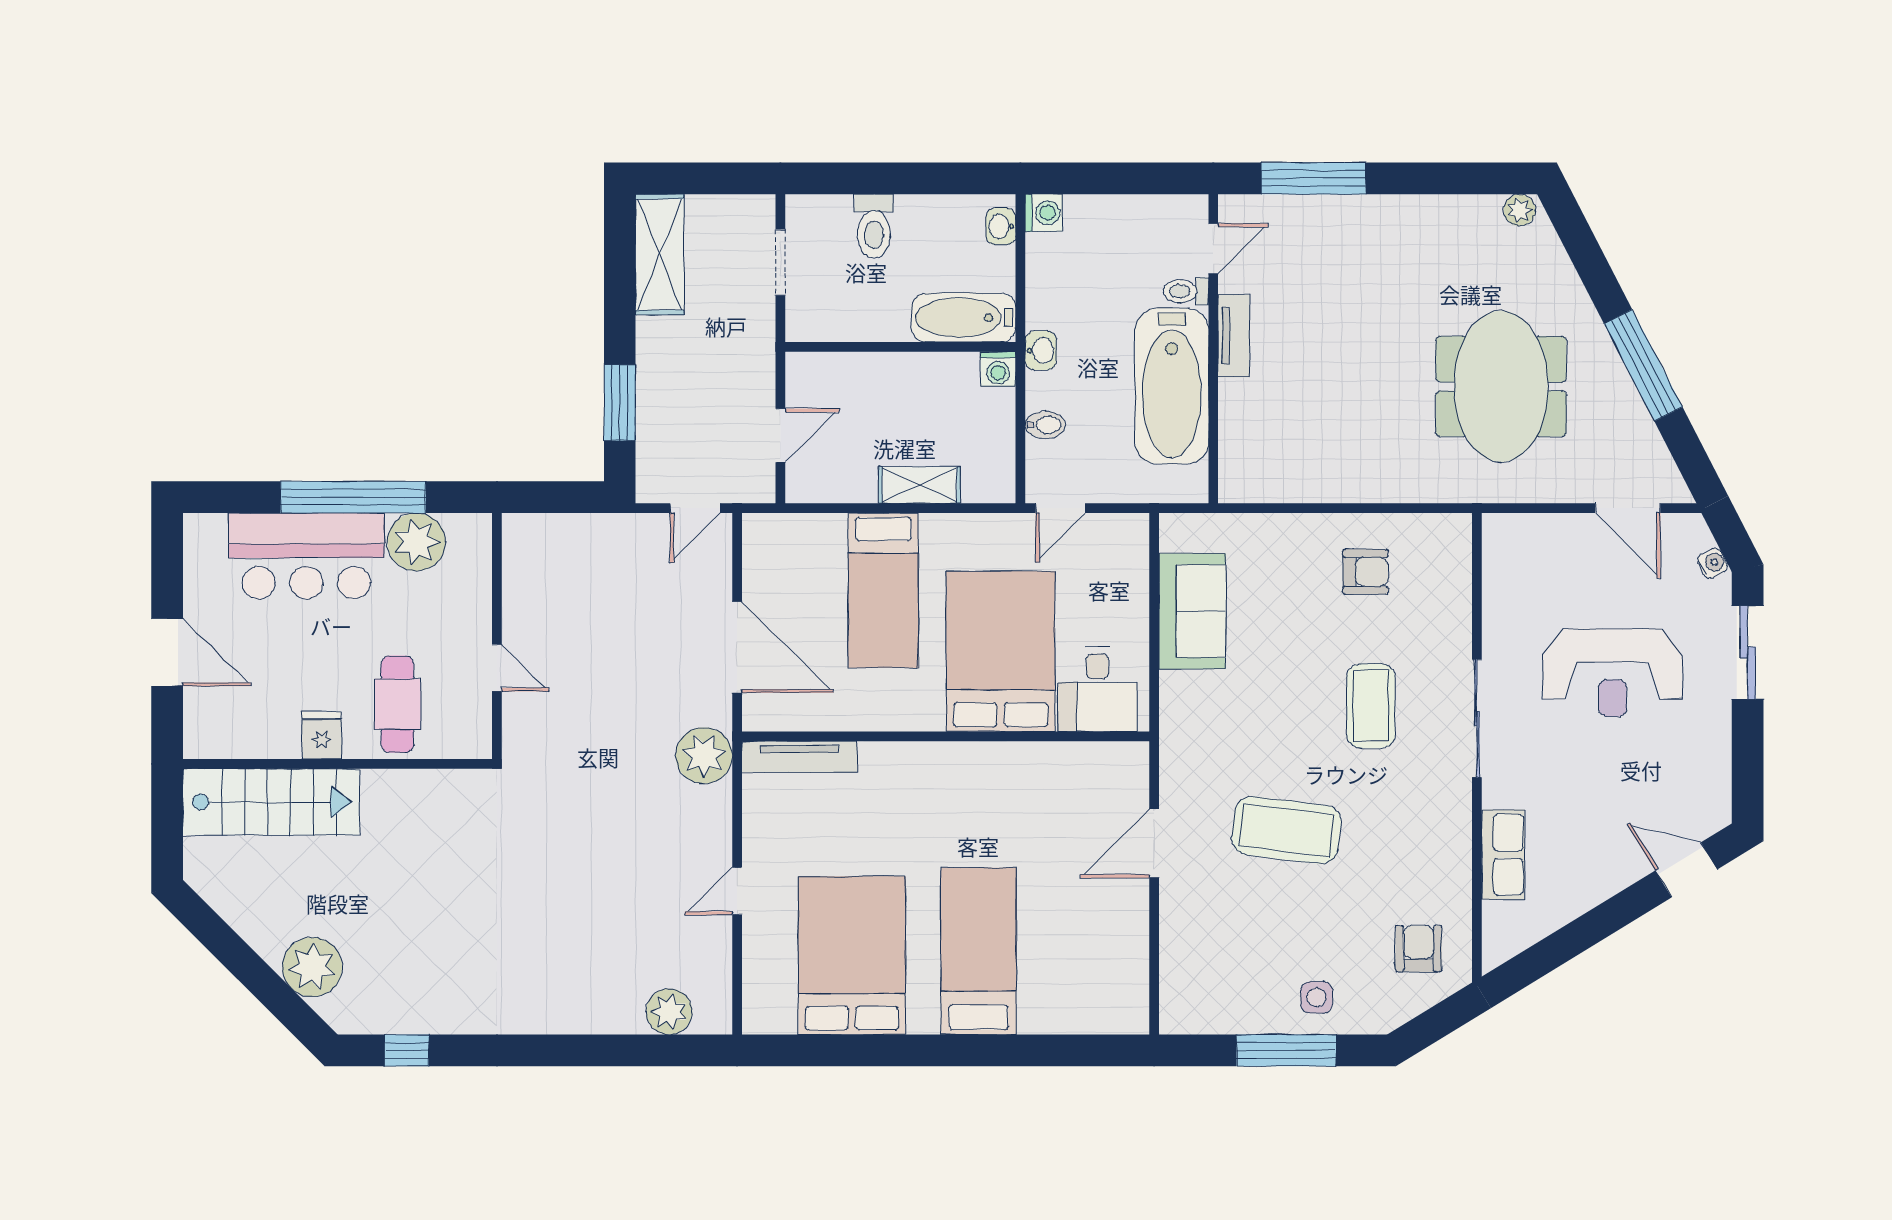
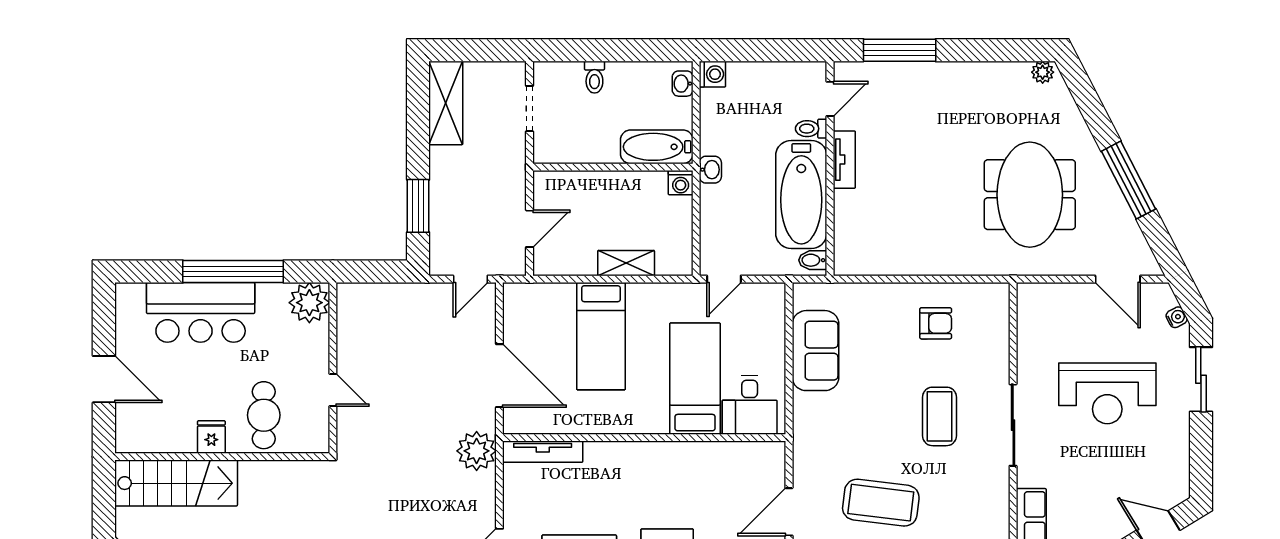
toilet: (874, 226) -> (594, 77), width x0.73, depth x0.72
bidet: (1045, 425) -> (813, 260), moved, turned 180
plant: (416, 542) -> (309, 303), moved
bed: (1001, 651) -> (695, 379), width x0.67

